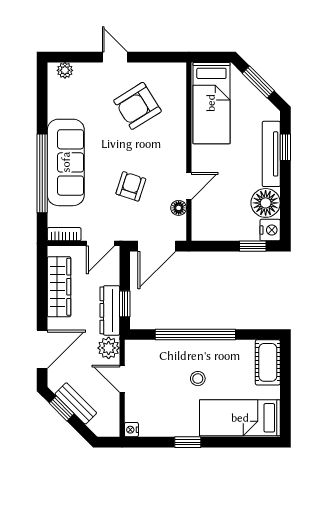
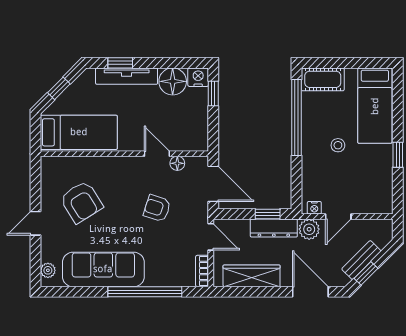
window: (258, 82) -> (59, 88), width x0.67
sofa: (66, 162) -> (103, 269), moved
window: (195, 335) -> (296, 118), moved
nightstand: (131, 430) -> (314, 208), moved

